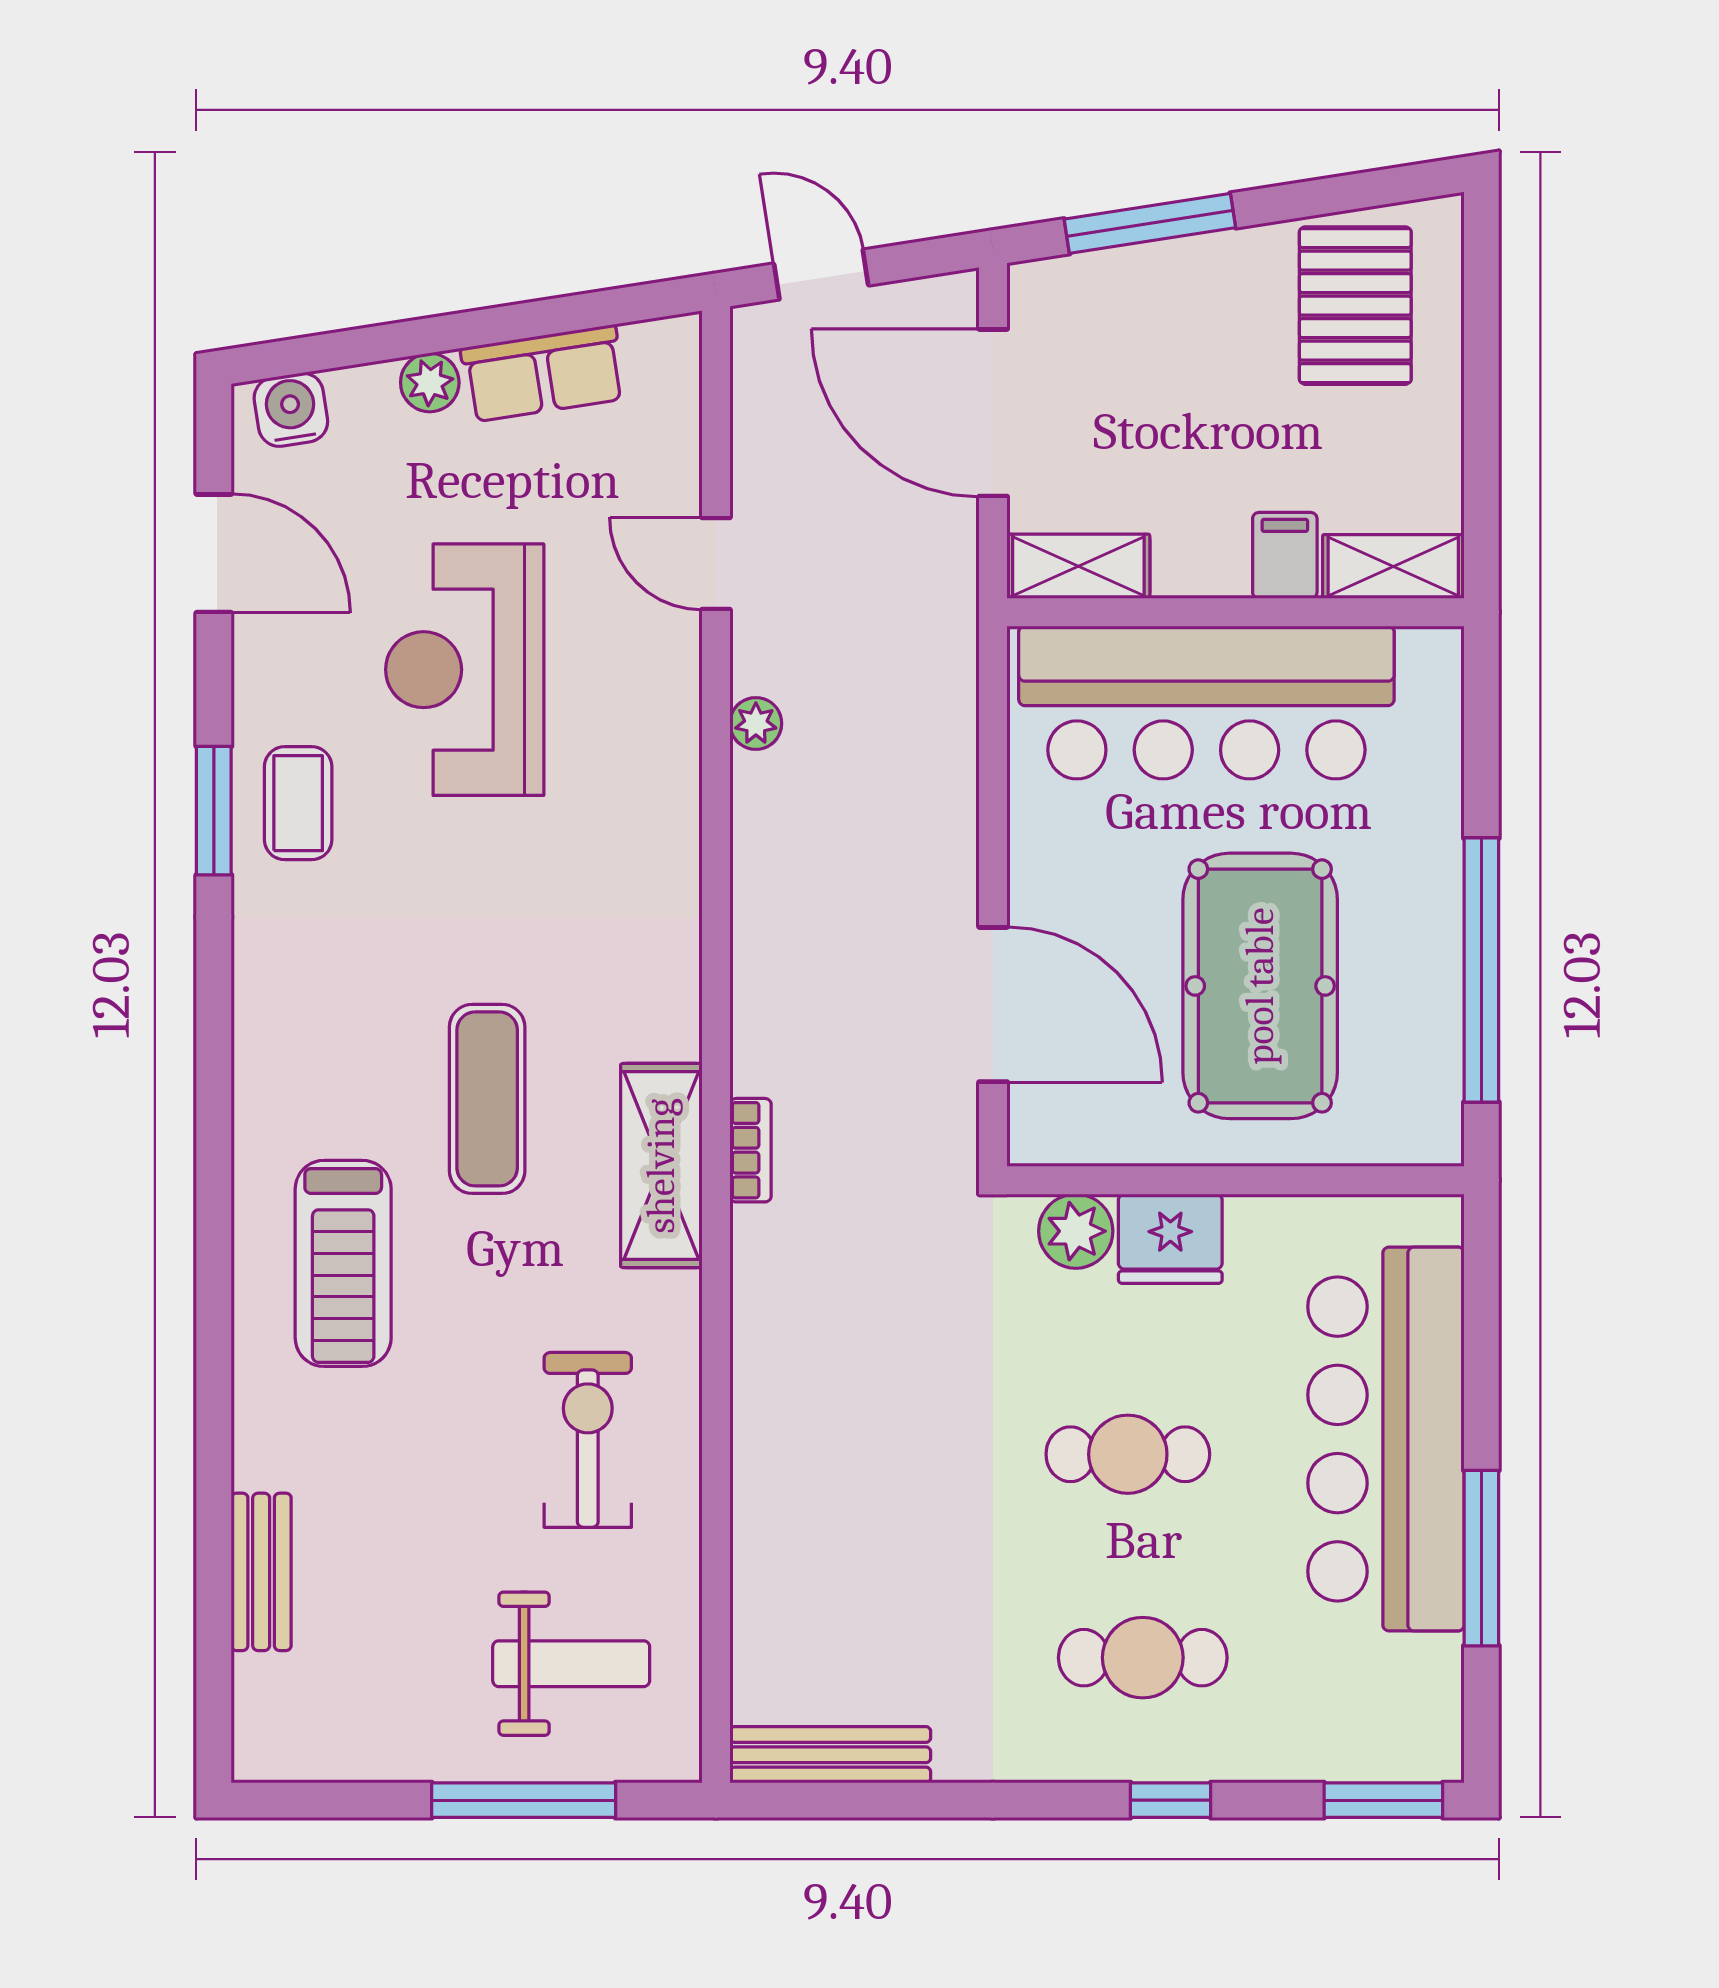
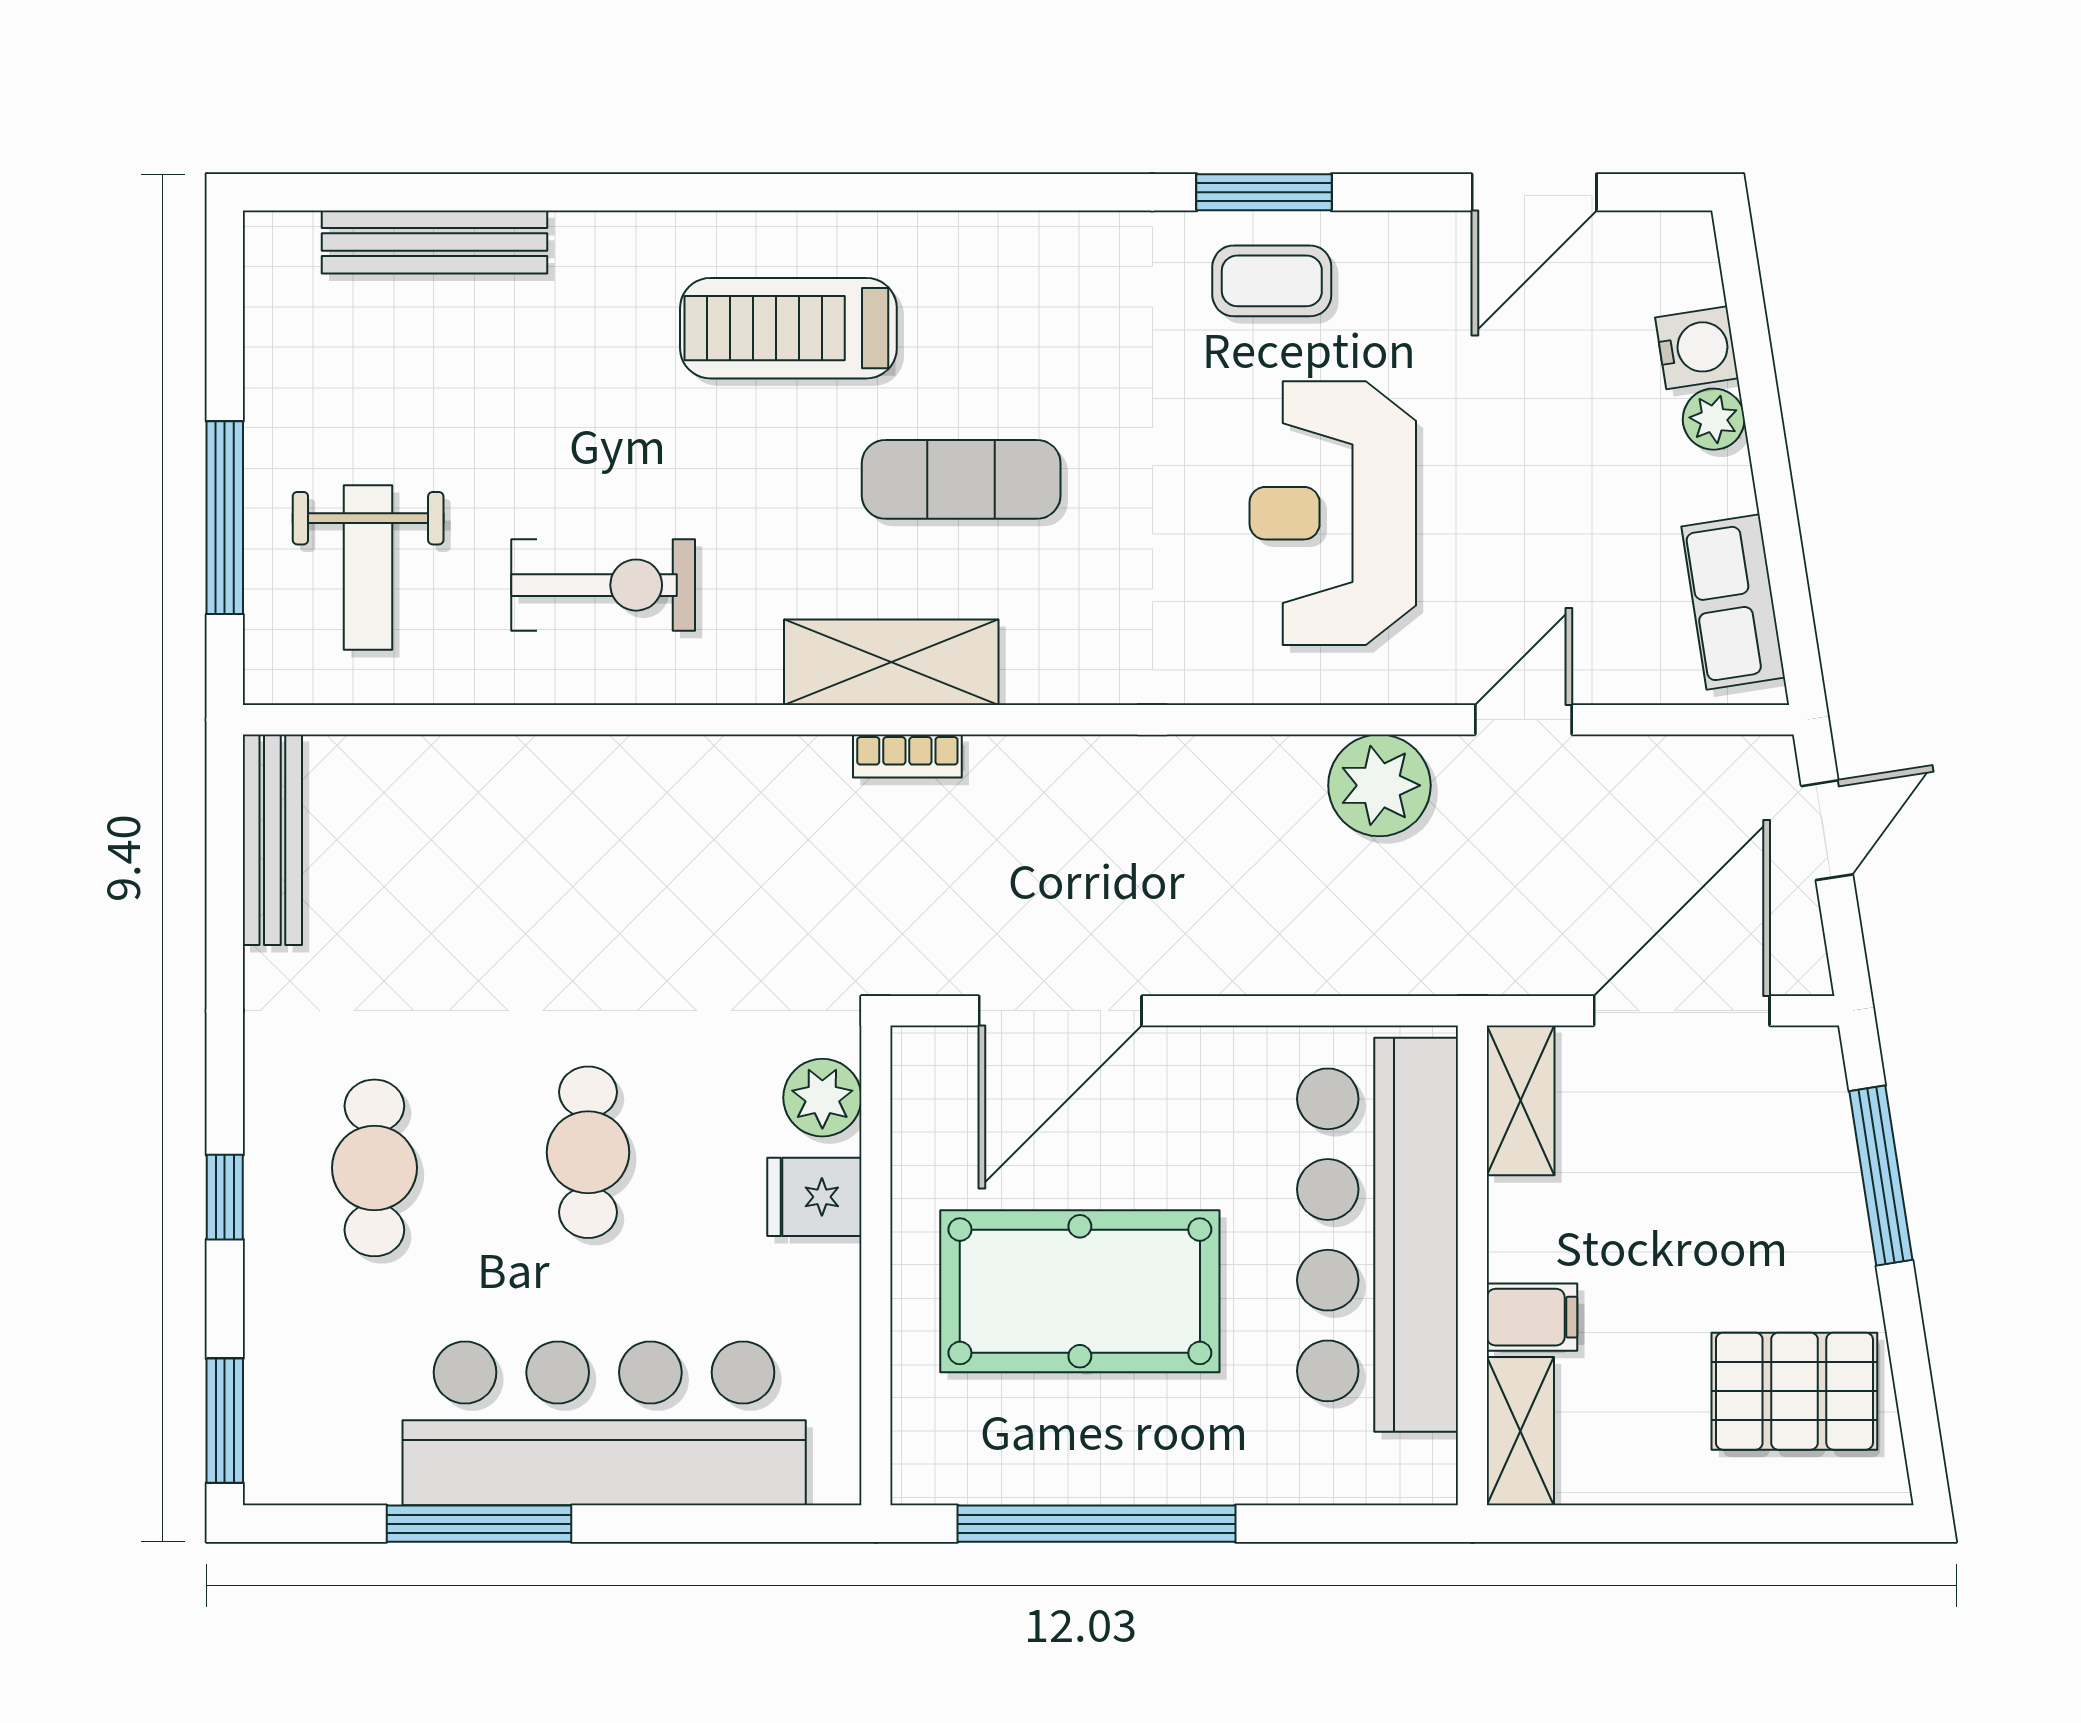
row of seats: (543, 373) -> (1733, 602), moved
water cooler: (291, 410) -> (1697, 348), moved
reception desk: (465, 670) -> (1333, 513), moved, turned -90
plant: (756, 723) -> (1379, 785), width x1.88, depth x1.88
fridge: (1170, 1239) -> (814, 1197), width x0.72
bench: (261, 1572) -> (434, 242), width x1.36

